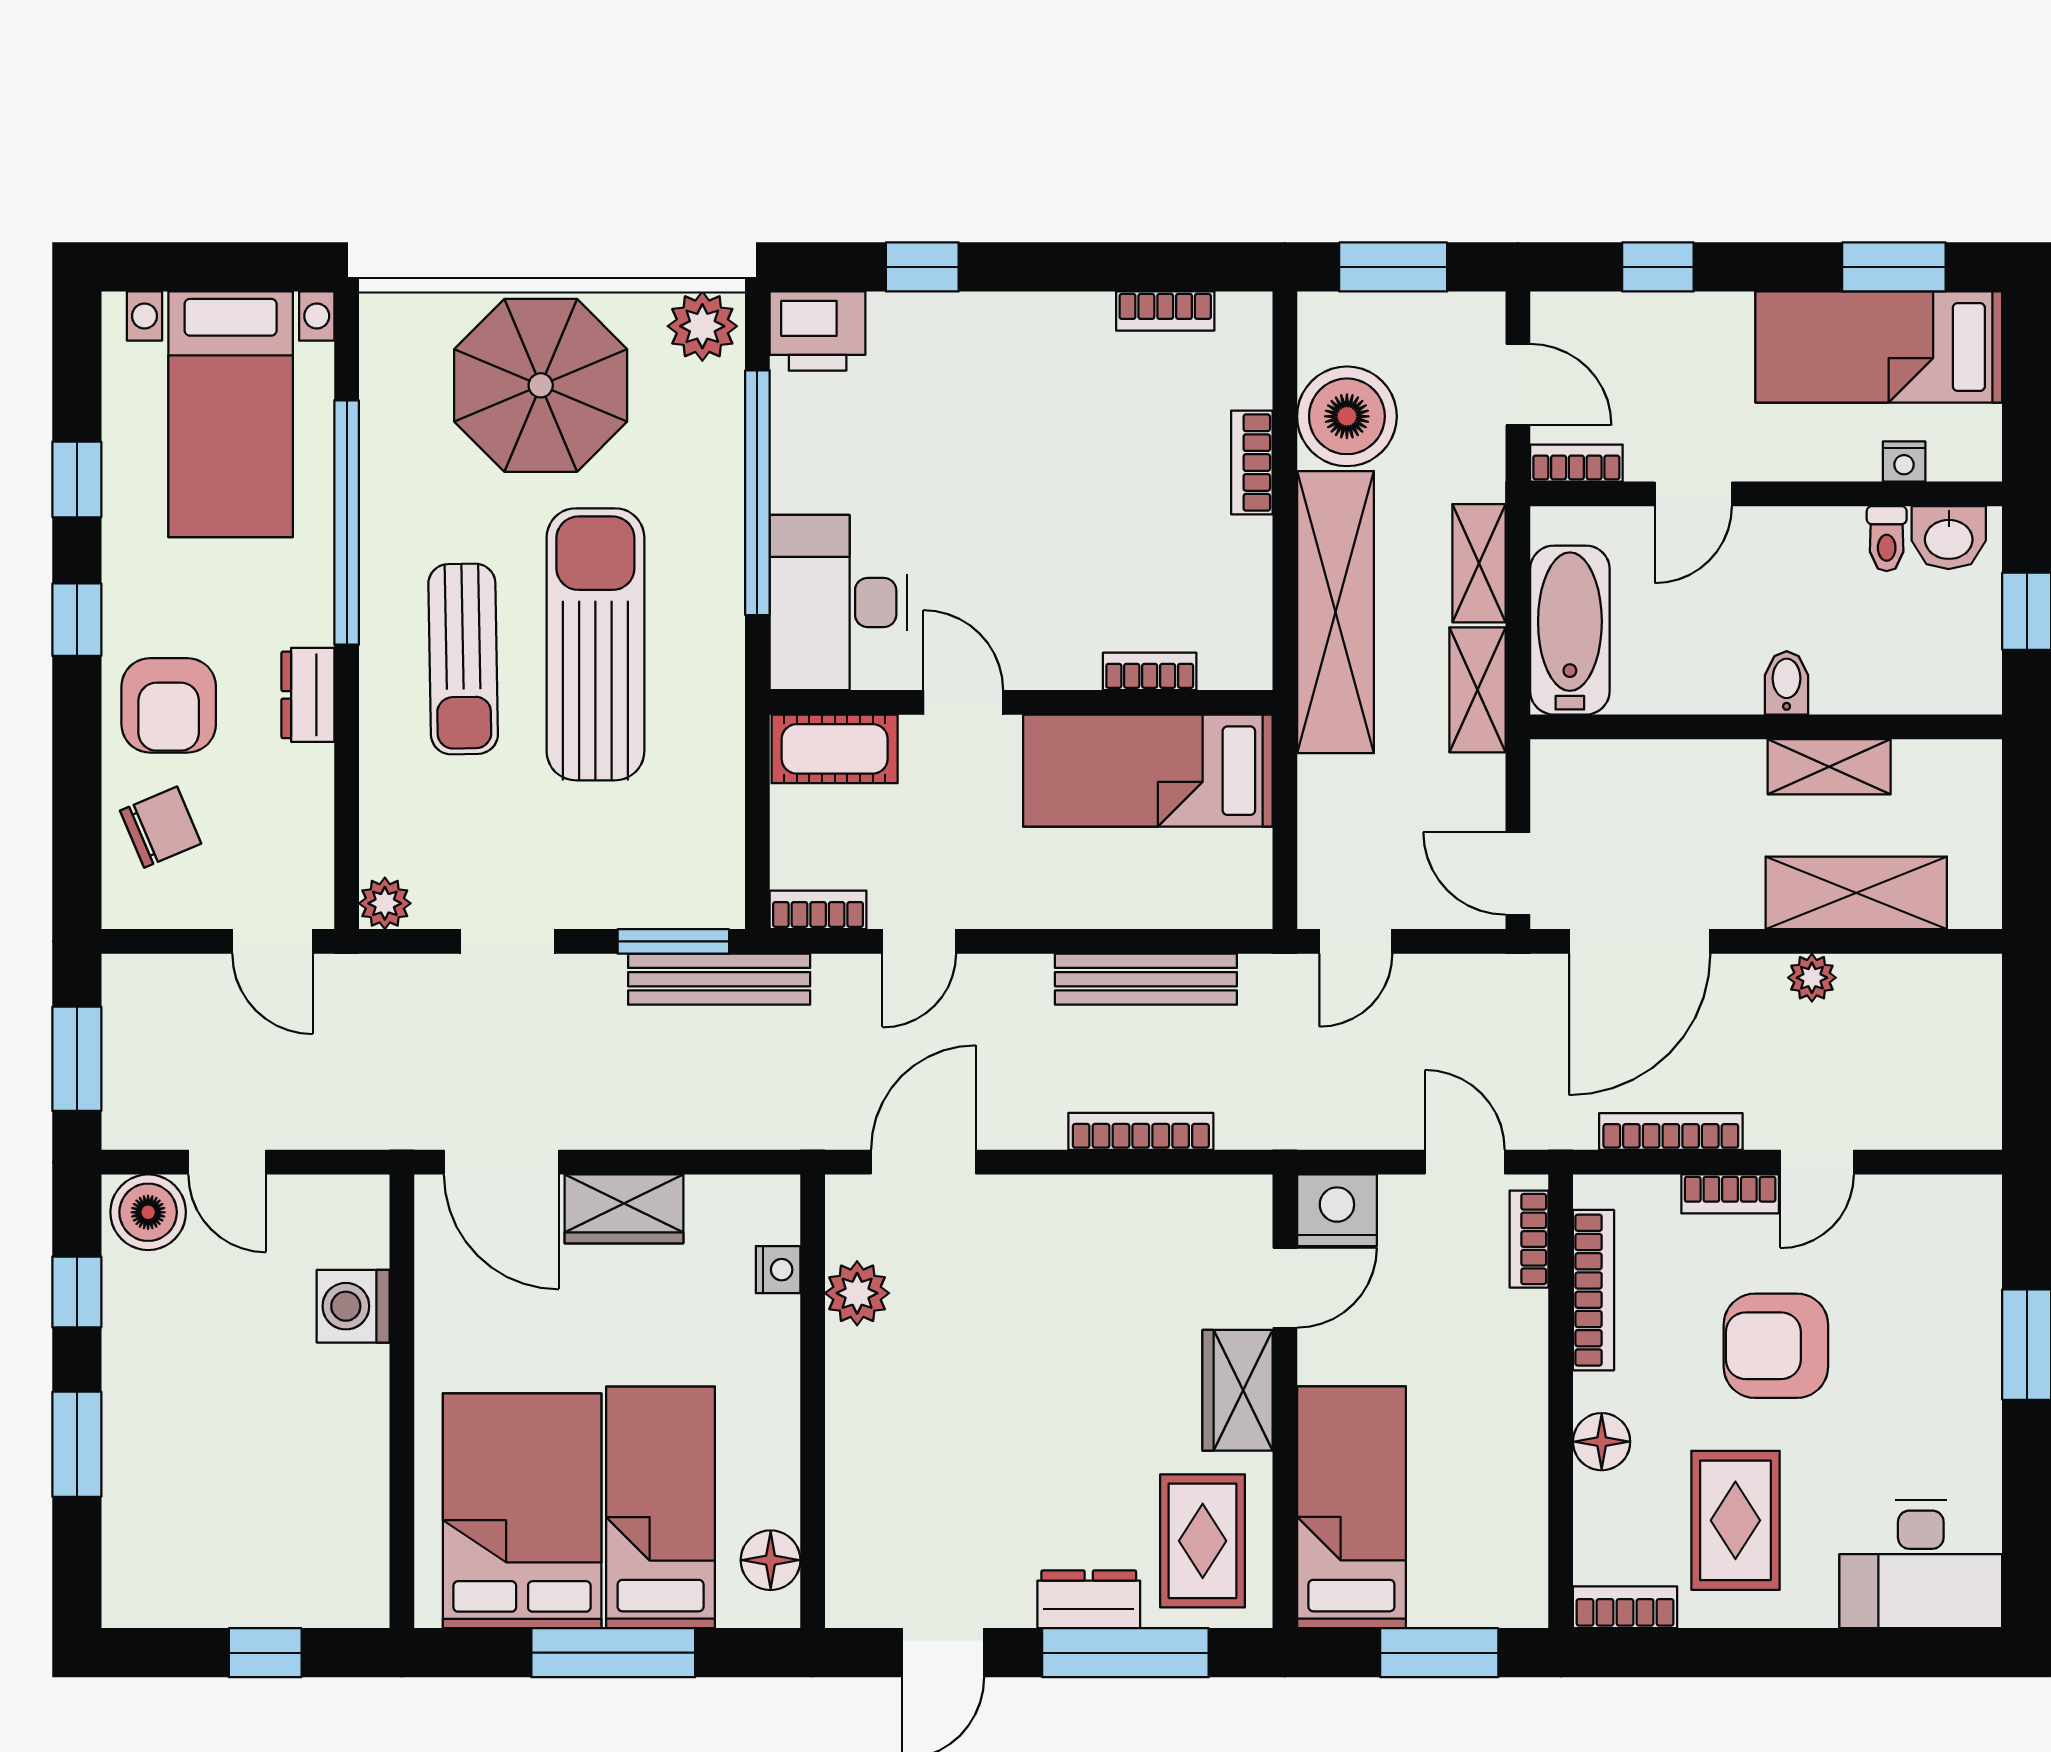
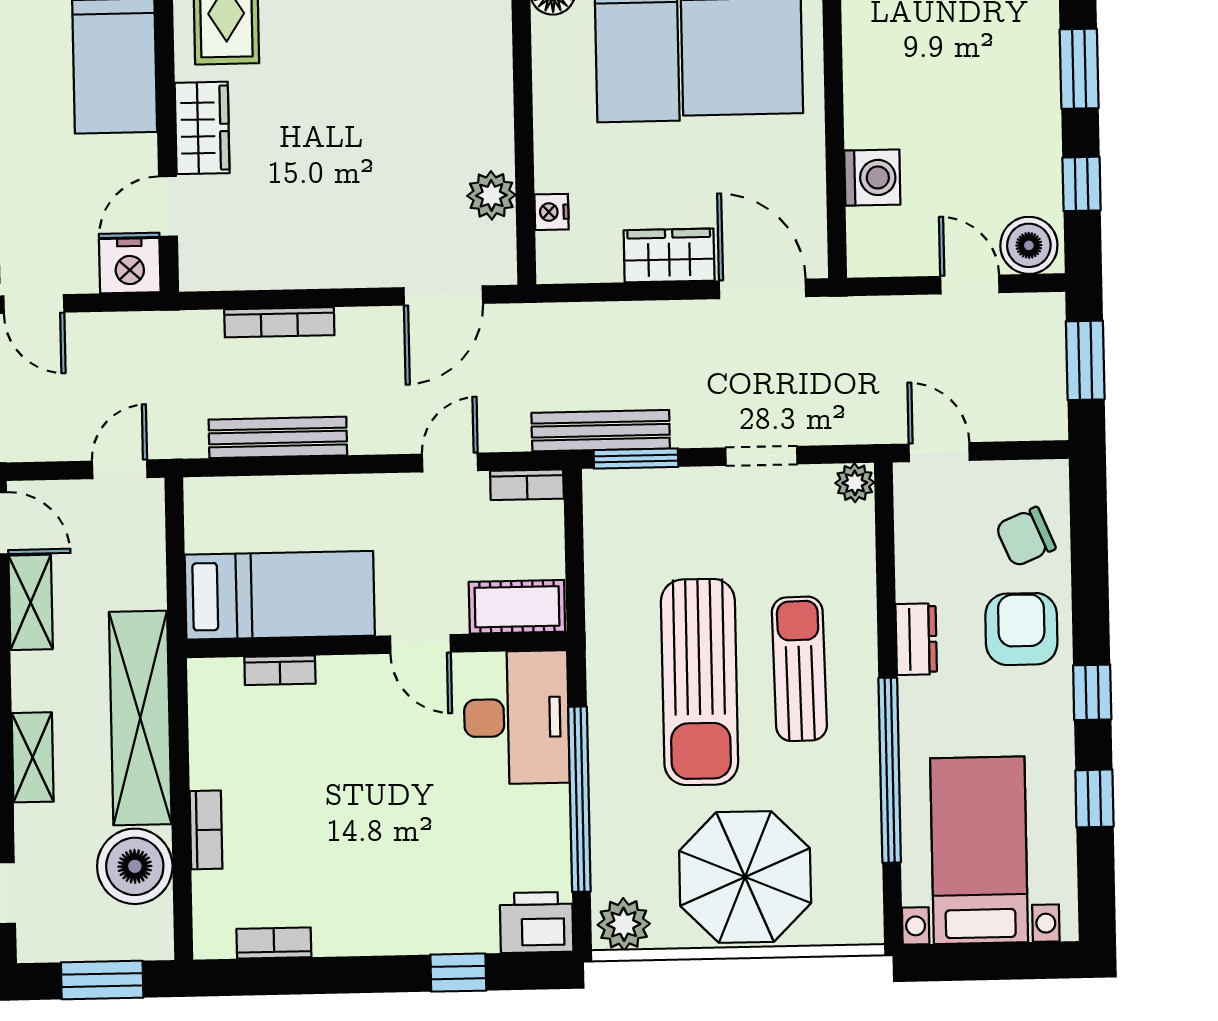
shelving: (1477, 690) -> (31, 602), moved

